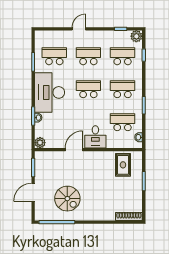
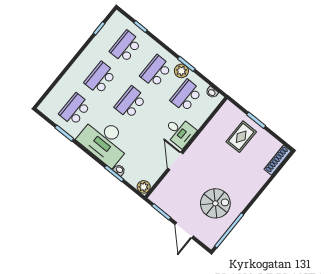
door: (79, 29) -> (68, 67), removed
plant: (136, 36) -> (181, 71), moved
rug: (123, 165) -> (241, 137), moved, turned 90

